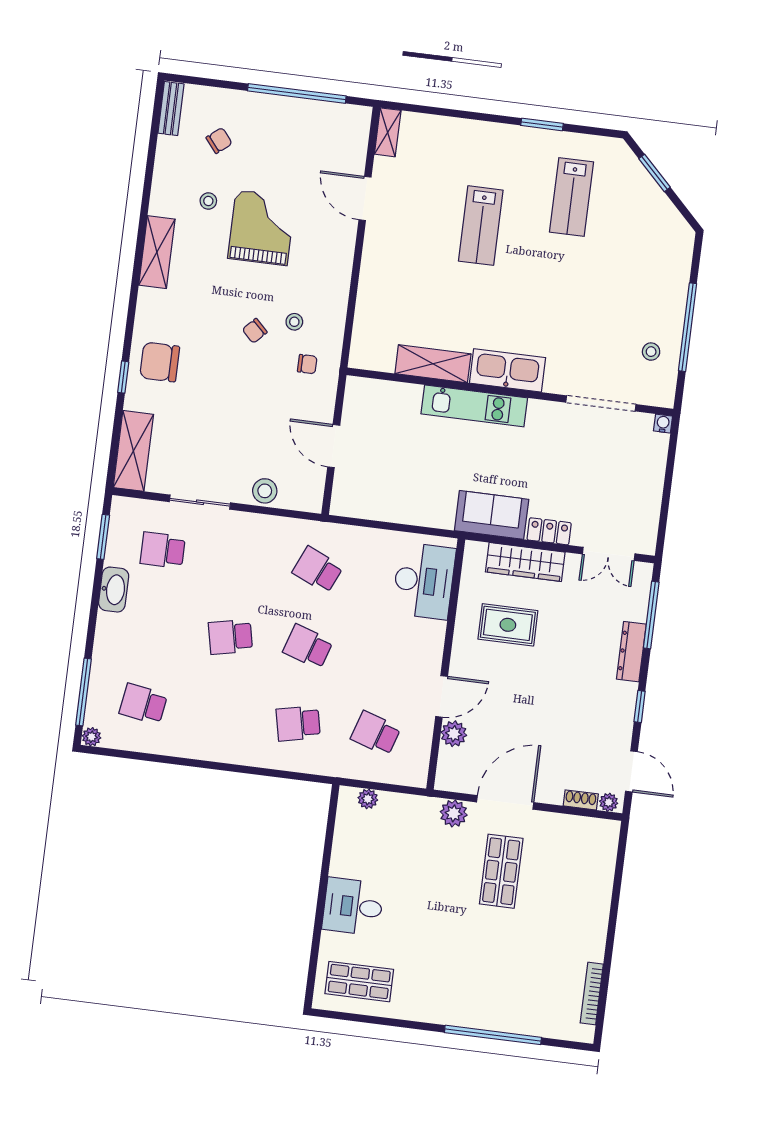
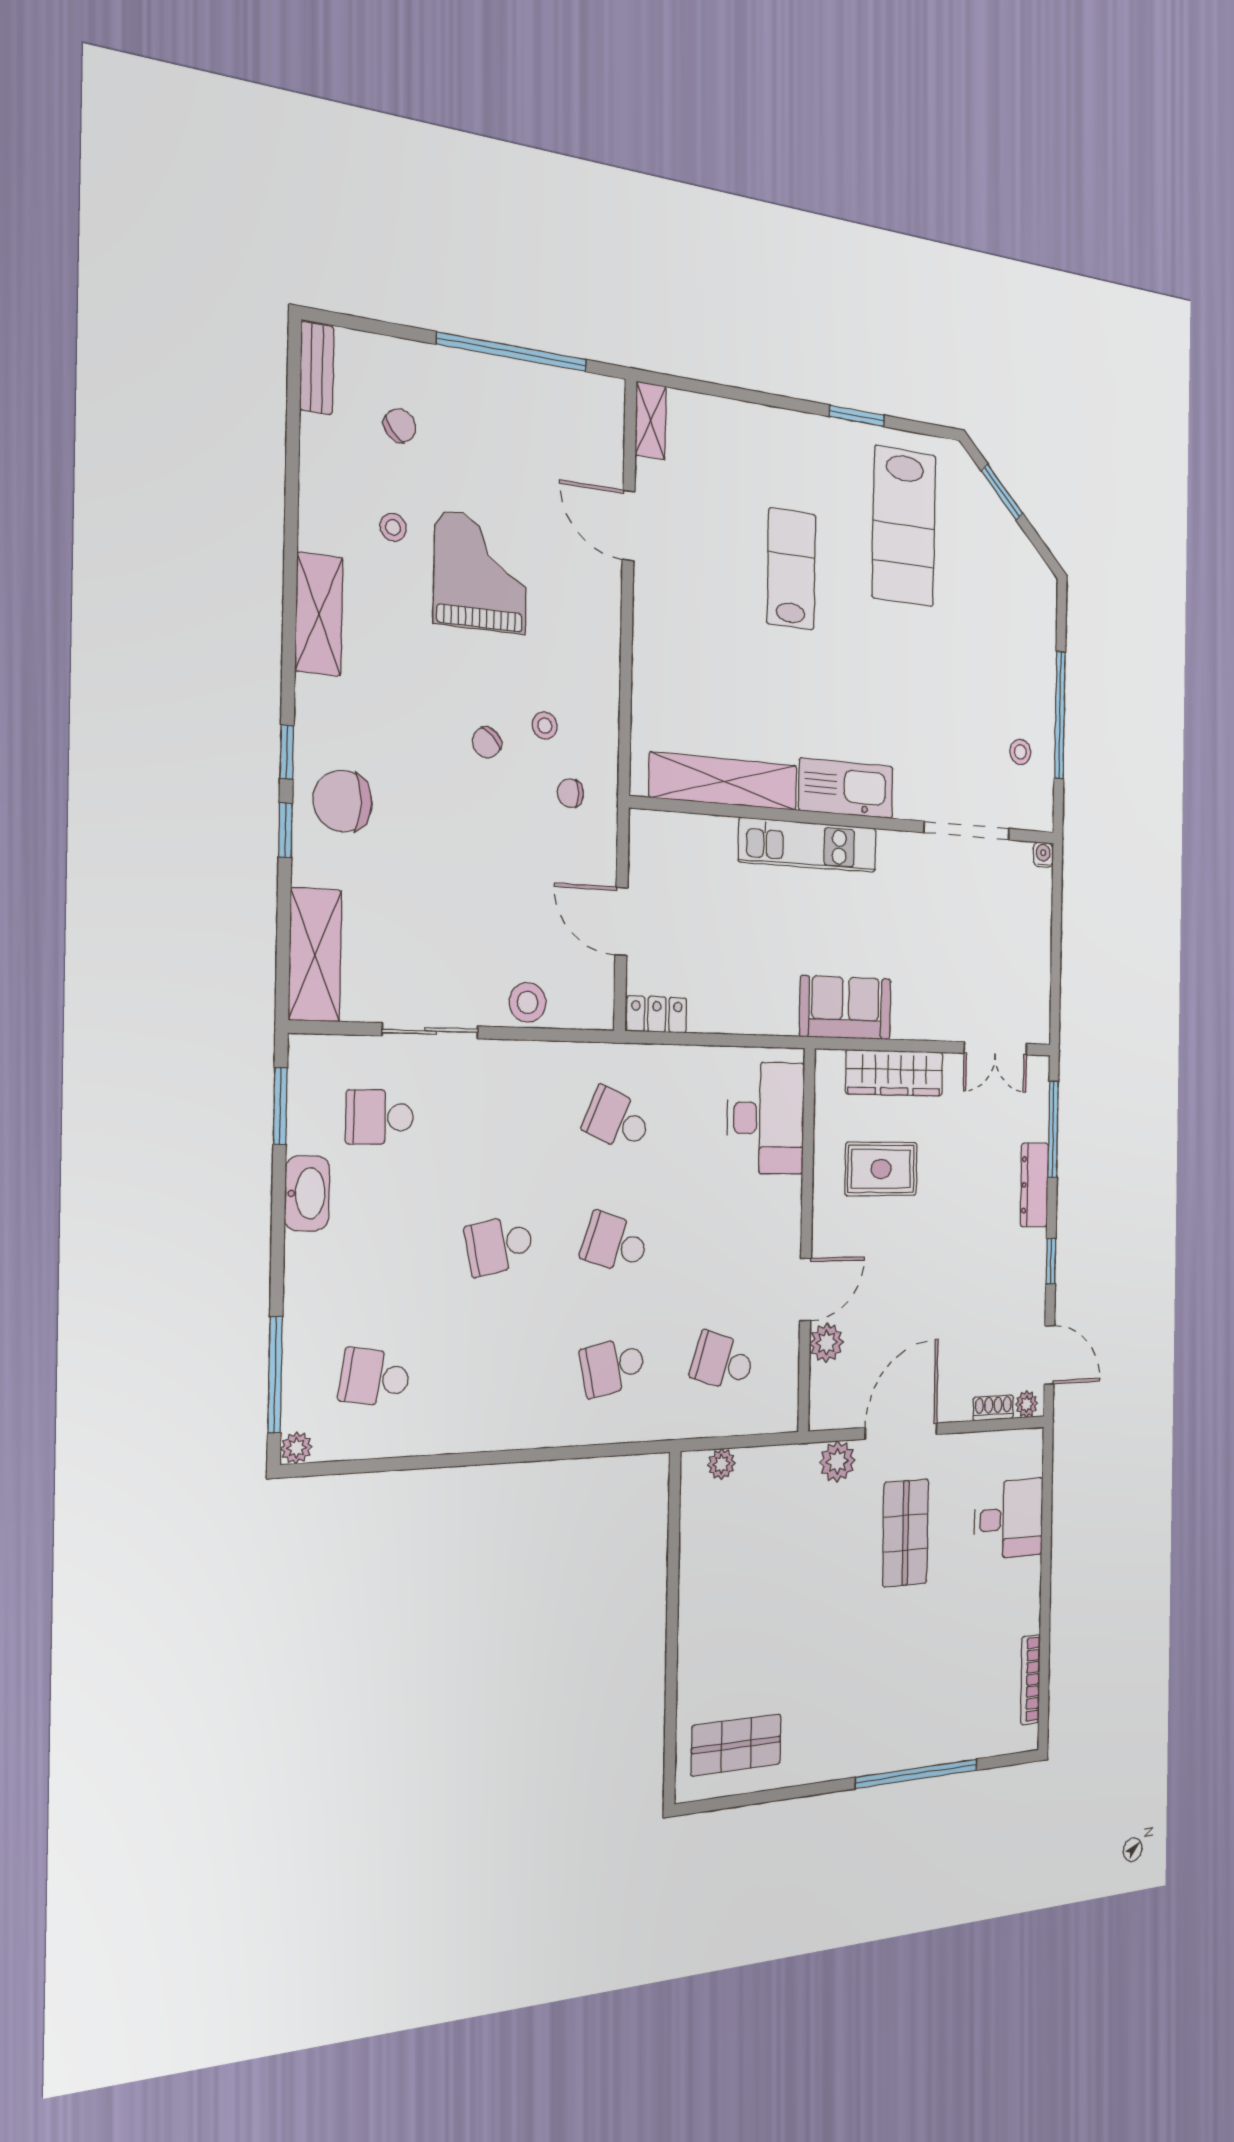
lab bench: (572, 197) -> (904, 526), width x1.36, depth x1.39
lab bench: (481, 226) -> (791, 569), turned 180
window: (129, 332) -> (287, 752), added
chair: (307, 364) -> (570, 793), turned 180
shelving: (433, 364) -> (724, 781), width x1.47
locker: (549, 531) -> (657, 1014), moved
desk: (353, 907) -> (1009, 1519), moved, turned 180

